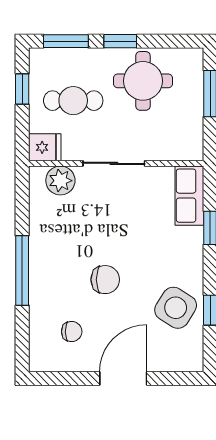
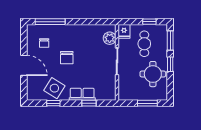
row of seats: (189, 196) -> (82, 94), moved
window: (22, 271) -> (50, 22), moved

